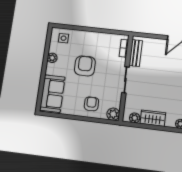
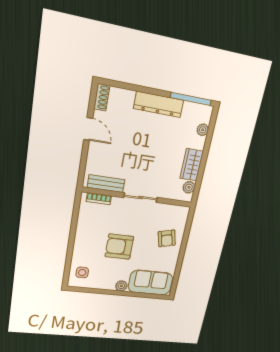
plant: (52, 58) -> (121, 286), moved
armchair: (91, 104) -> (167, 238), turned -104
plant: (113, 114) -> (182, 213), removed

